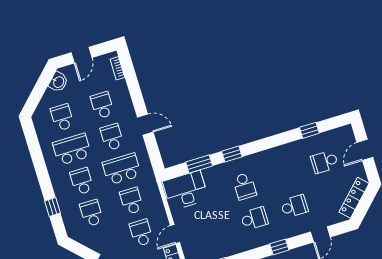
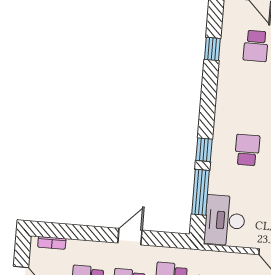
window: (199, 164) -> (201, 192), width x1.44
school desk: (244, 186) -> (247, 150), turned -90

